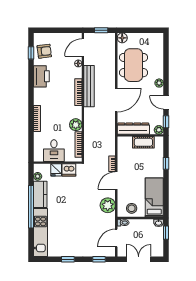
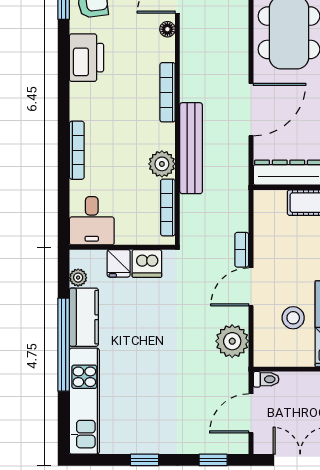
bench: (89, 86) -> (191, 148), moved
desk: (54, 151) -> (92, 221), moved
stool: (132, 208) -> (293, 318), moved

